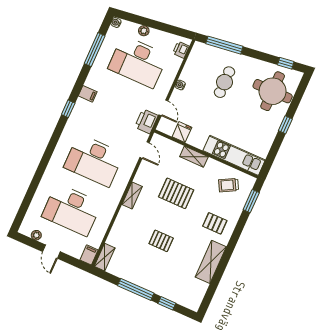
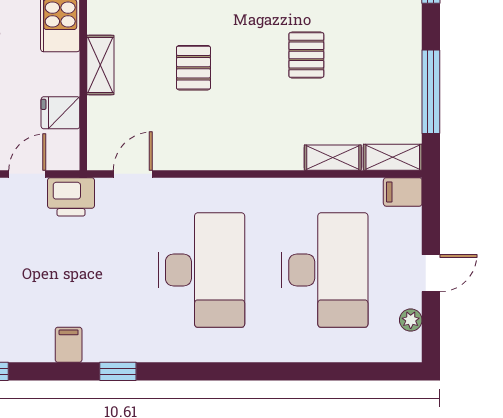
pallet: (176, 193) -> (193, 68), width x0.67, depth x0.71
shelving: (132, 195) -> (333, 158), moved
window: (136, 289) -> (431, 92), moved

